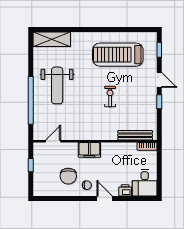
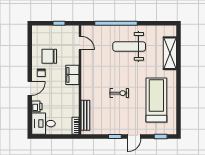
shelving: (52, 39) -> (170, 53), moved

